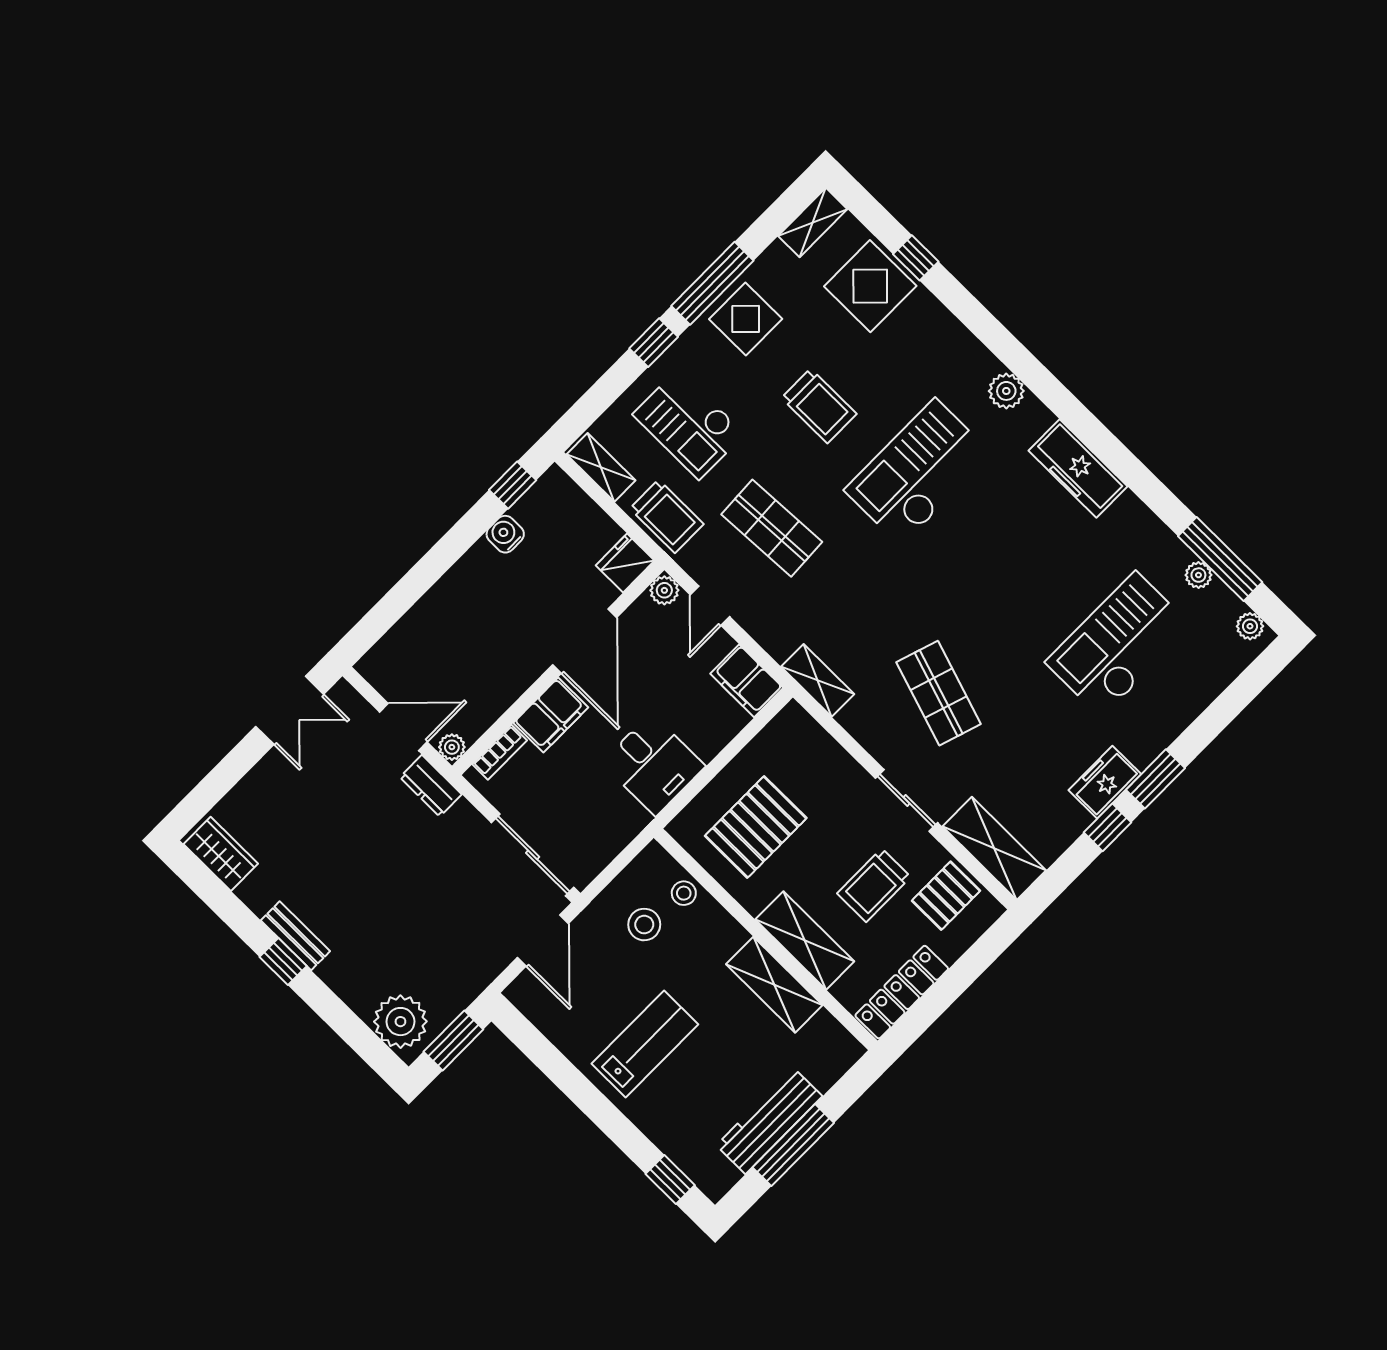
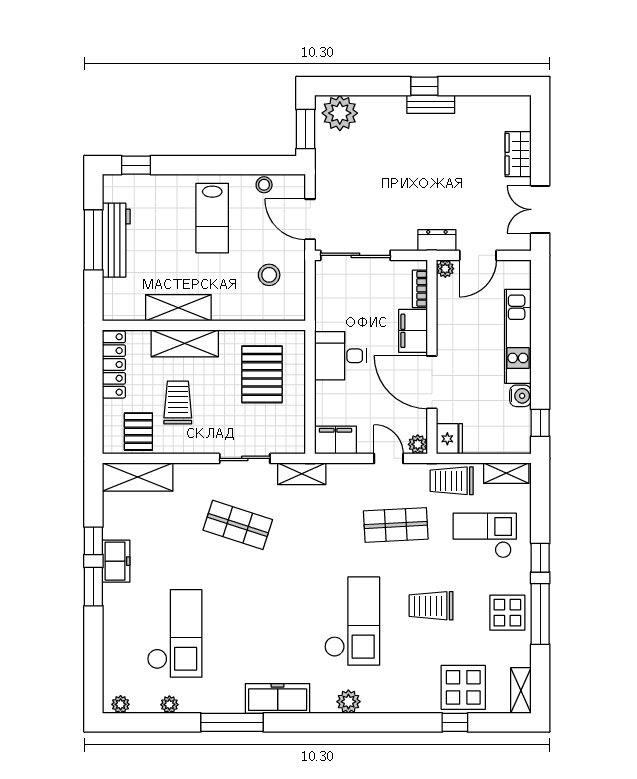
window: (1220, 559) -> (232, 722), moved
kitchen unit: (446, 600) -> (518, 336), added
sliding door: (907, 800) -> (245, 458), moved
wardrobe: (221, 854) -> (518, 154), moved, turned 90
stool: (684, 893) -> (264, 185), moved

